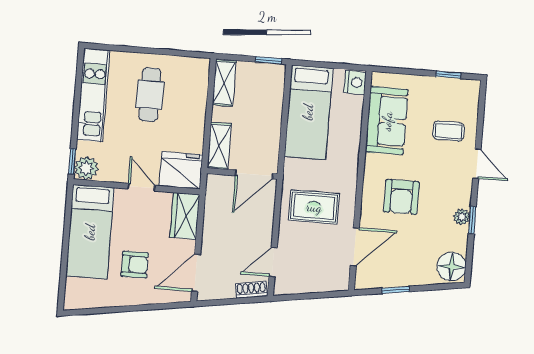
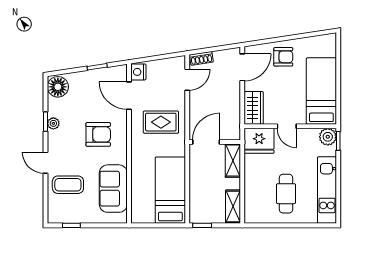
nightstand: (355, 82) -> (138, 72), moved
coffee table: (449, 131) -> (68, 185), width x1.36, depth x1.30
armchair: (401, 197) -> (98, 134), turned 90
door: (355, 247) -> (129, 96), hinge flipped
armchair: (135, 265) -> (283, 57), moved, turned 180

